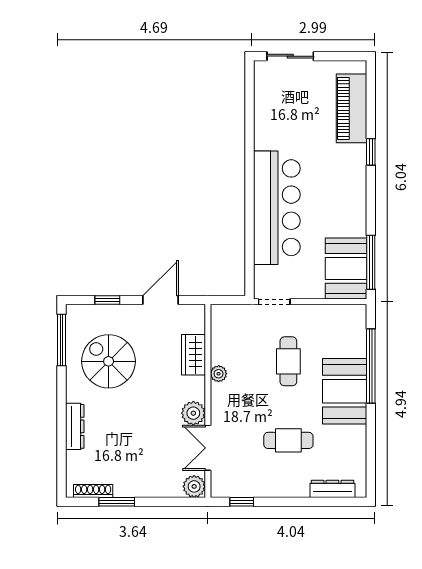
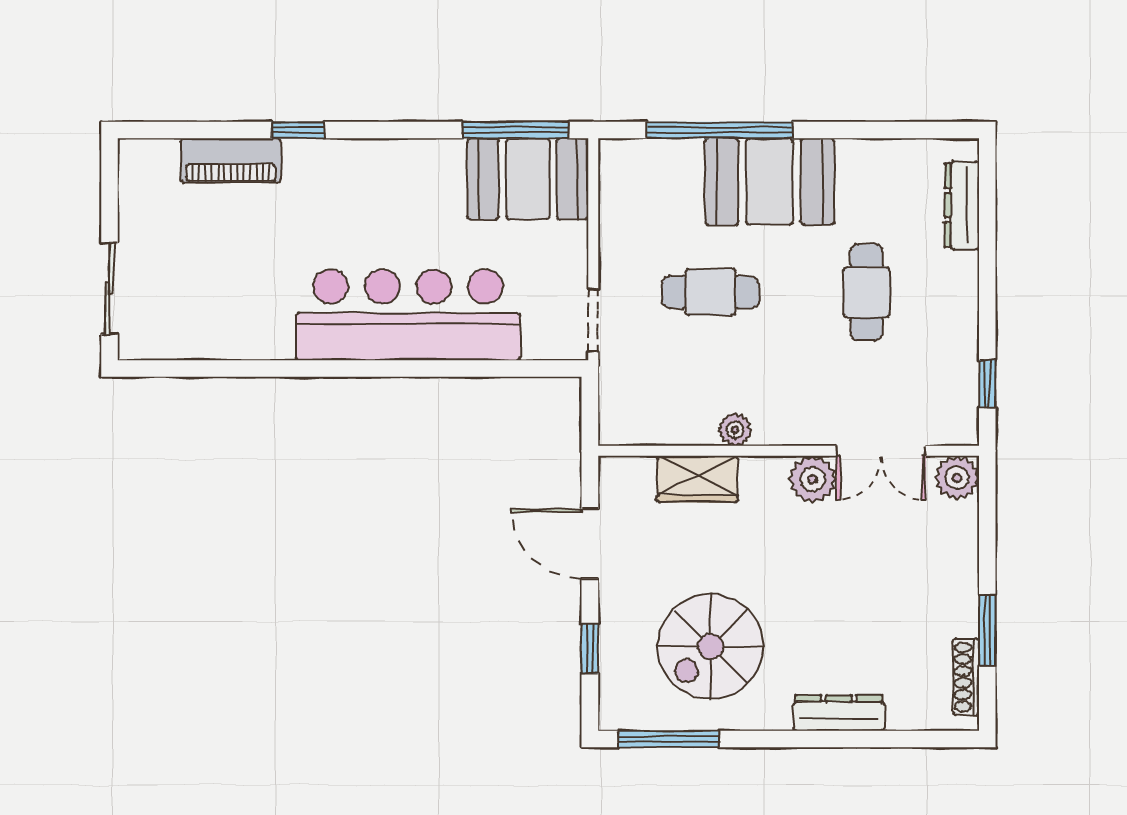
piano: (352, 108) -> (231, 160), width x0.73, depth x0.75

